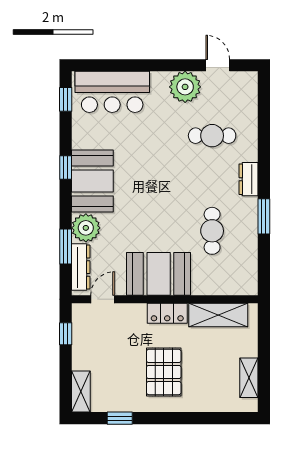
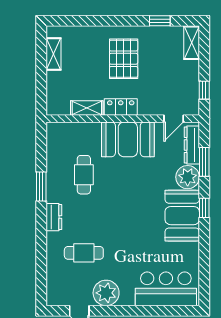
window: (66, 99) -> (204, 283), removed
window: (66, 168) -> (204, 208), moved
shelving: (218, 315) -> (87, 108), width x0.67, depth x0.75

